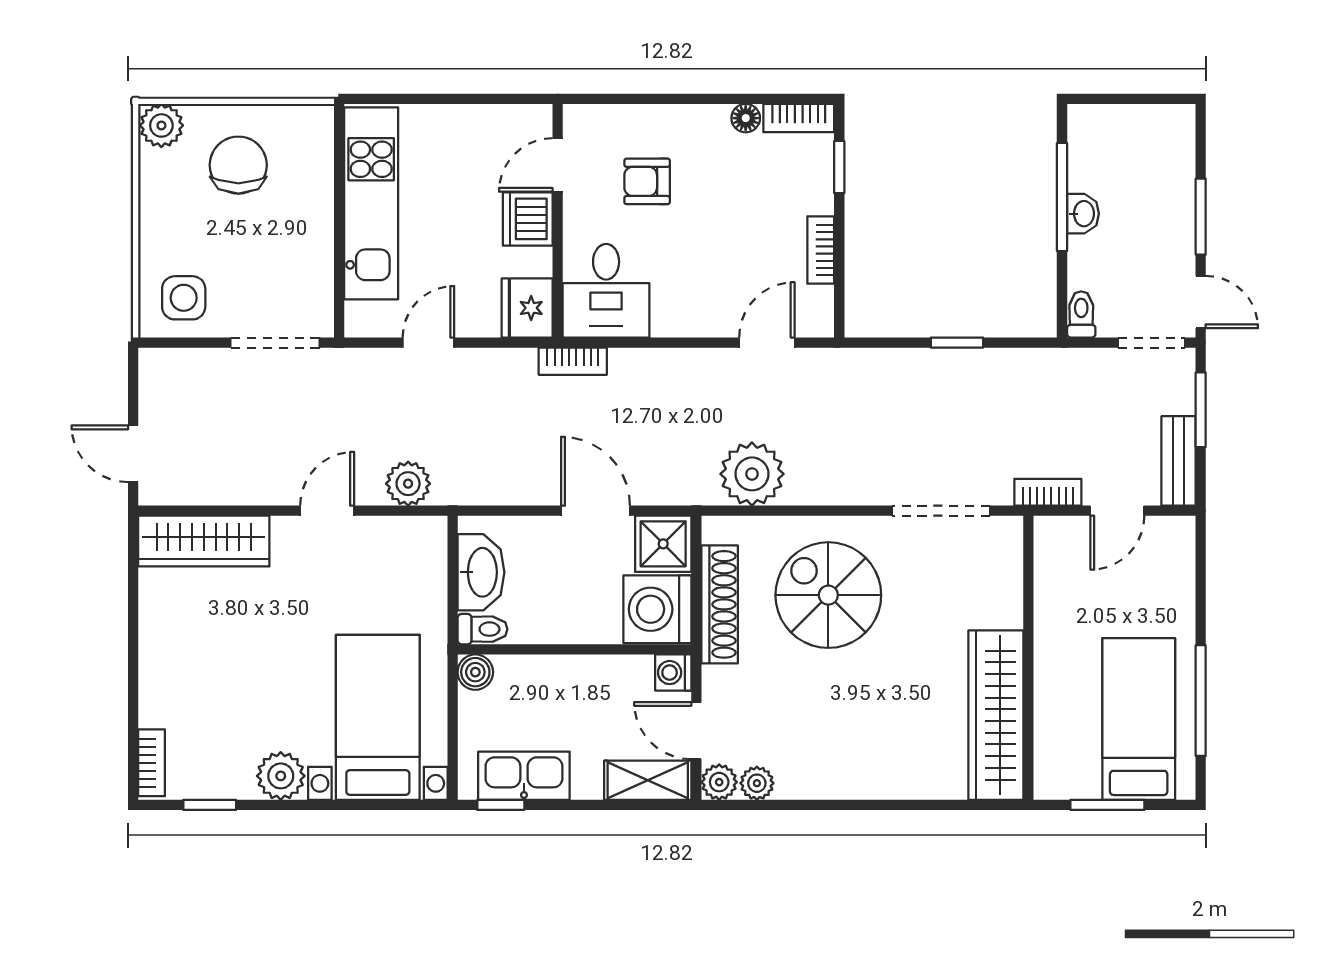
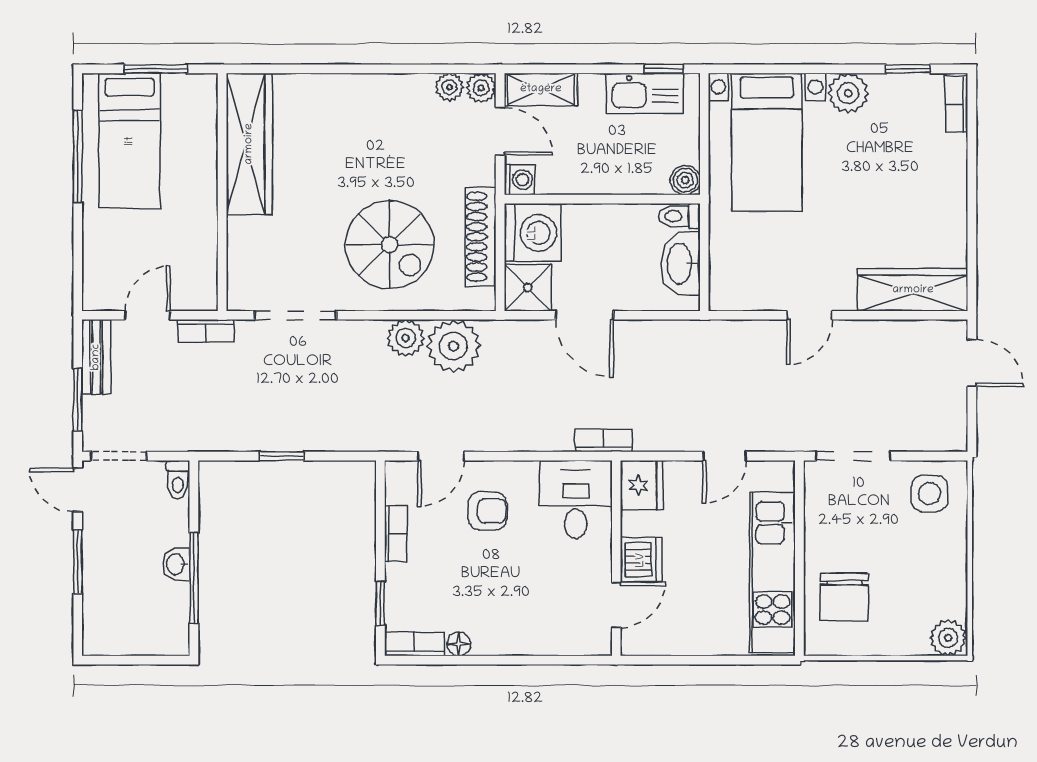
chair: (238, 165) -> (844, 597), moved
armchair: (647, 181) -> (487, 511), moved
plant: (408, 484) -> (406, 338), moved

